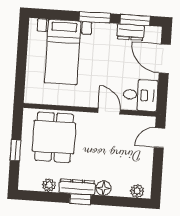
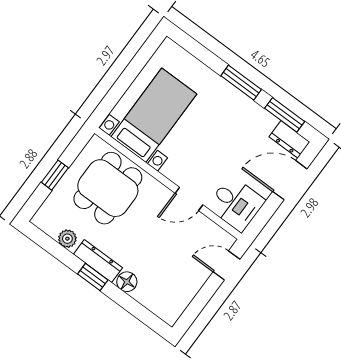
dresser: (131, 32) -> (289, 139), moved
bed with nightstands: (63, 52) -> (154, 115), moved, turned 180
door: (165, 59) -> (290, 180), hinge flipped
door: (109, 111) -> (189, 199), swing flipped
plant: (137, 191) -> (163, 309), removed

